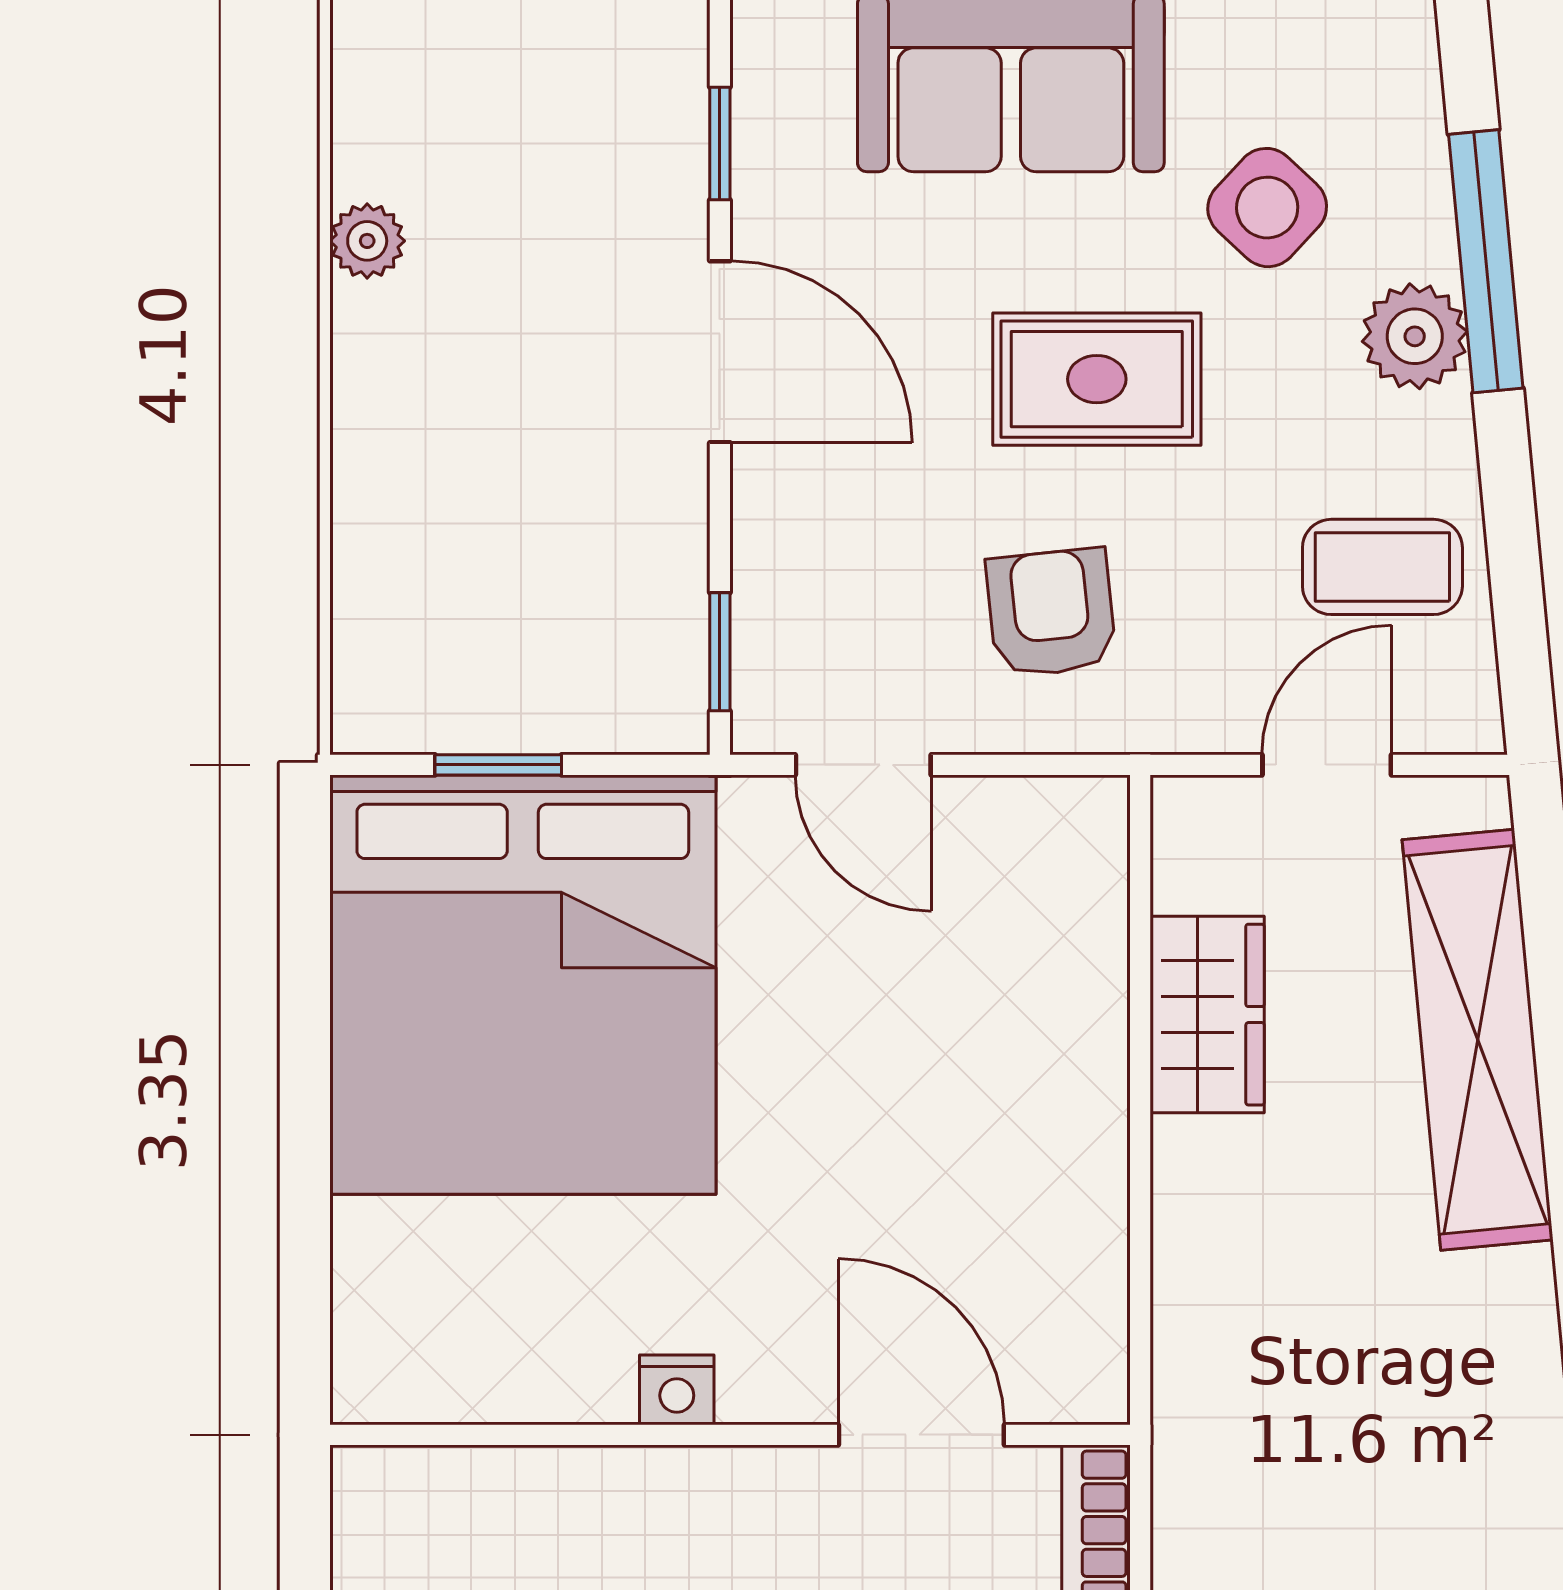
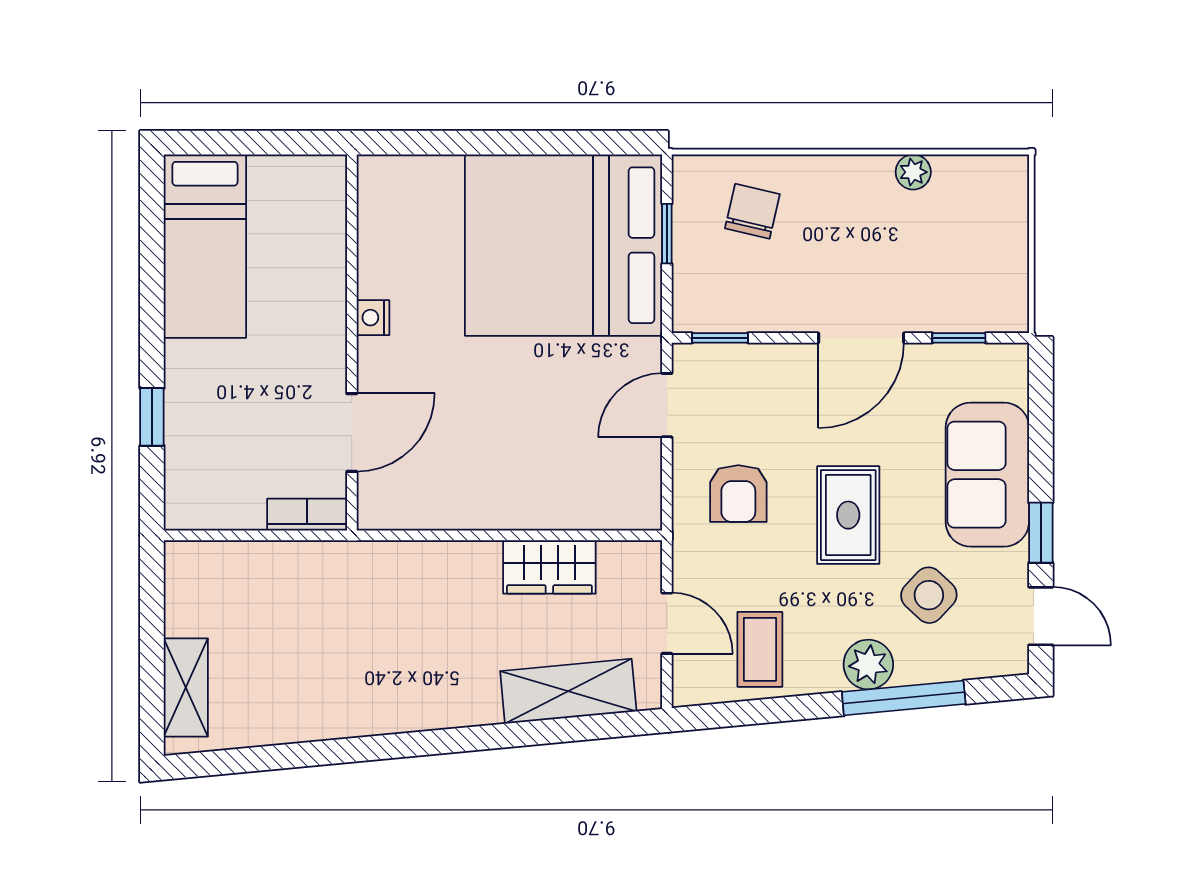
chair: (451, 583) -> (752, 211), added
armchair: (1051, 613) -> (738, 494), turned 96
shelving: (1478, 1040) -> (568, 691), width x0.68

